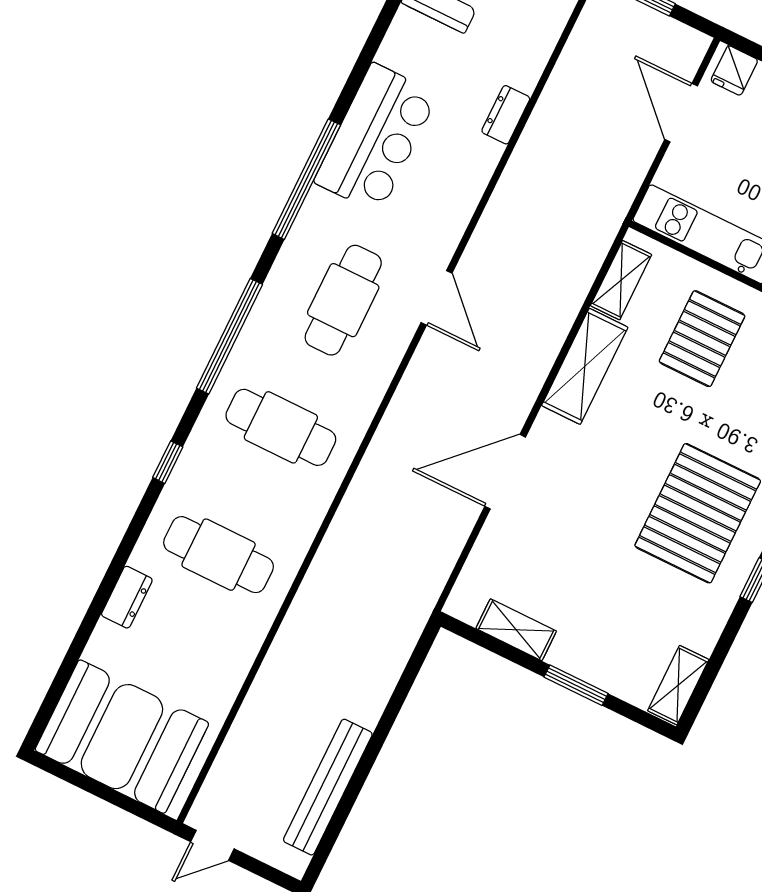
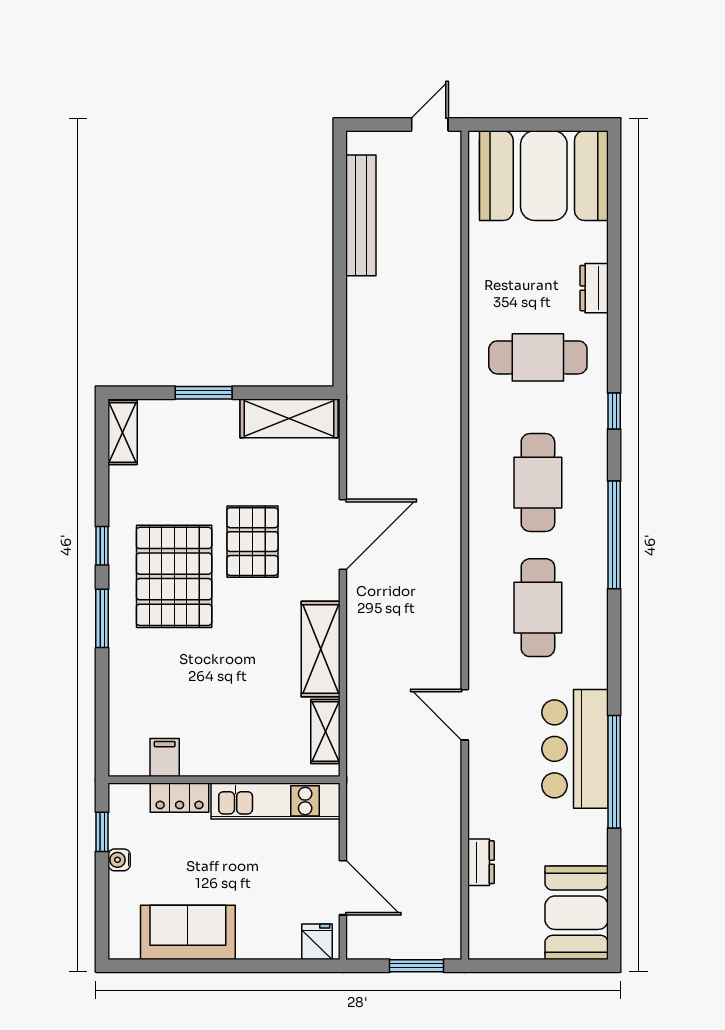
dresser: (506, 115) -> (481, 862), moved
window: (306, 179) -> (614, 772), moved
door: (437, 298) -> (465, 715), moved
pallet: (702, 339) -> (252, 542), moved
cafe table: (281, 427) -> (538, 483), turned 90
shelving: (516, 630) -> (289, 418), width x1.50, depth x1.33

